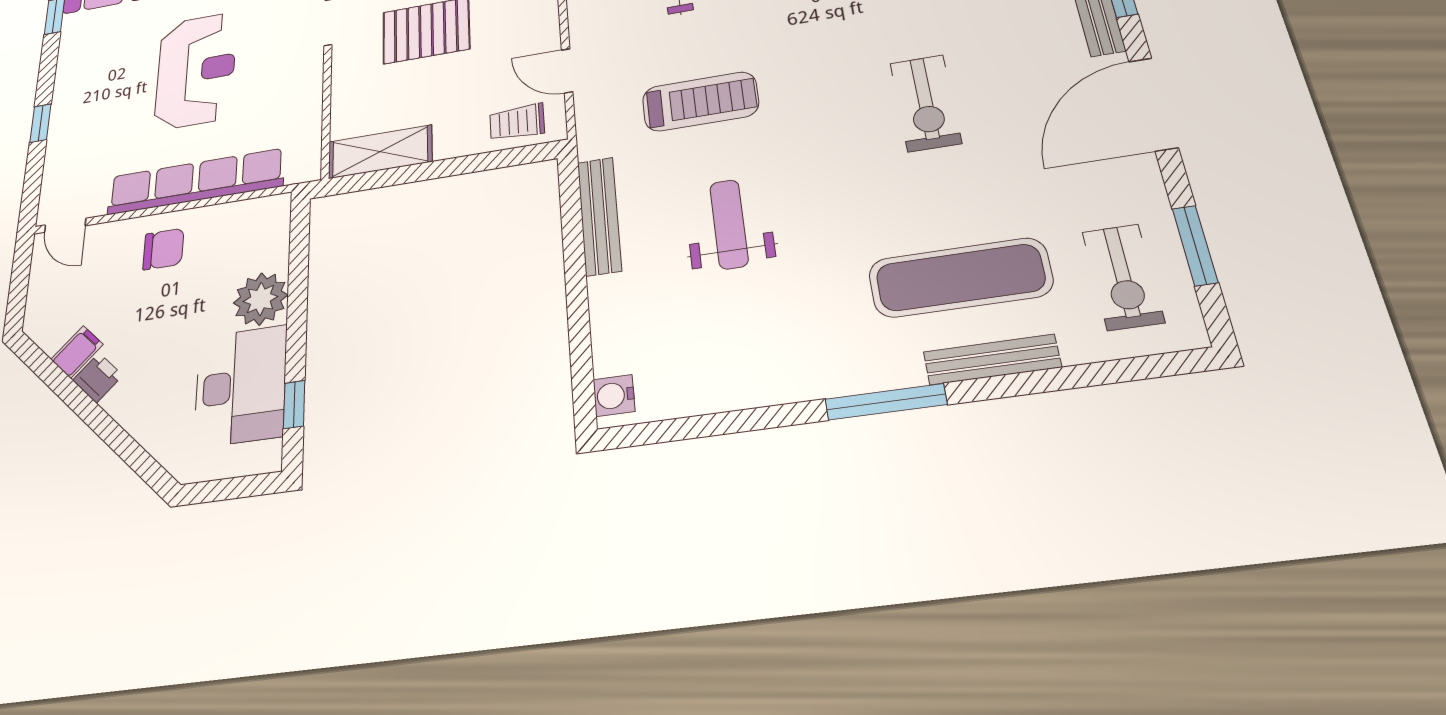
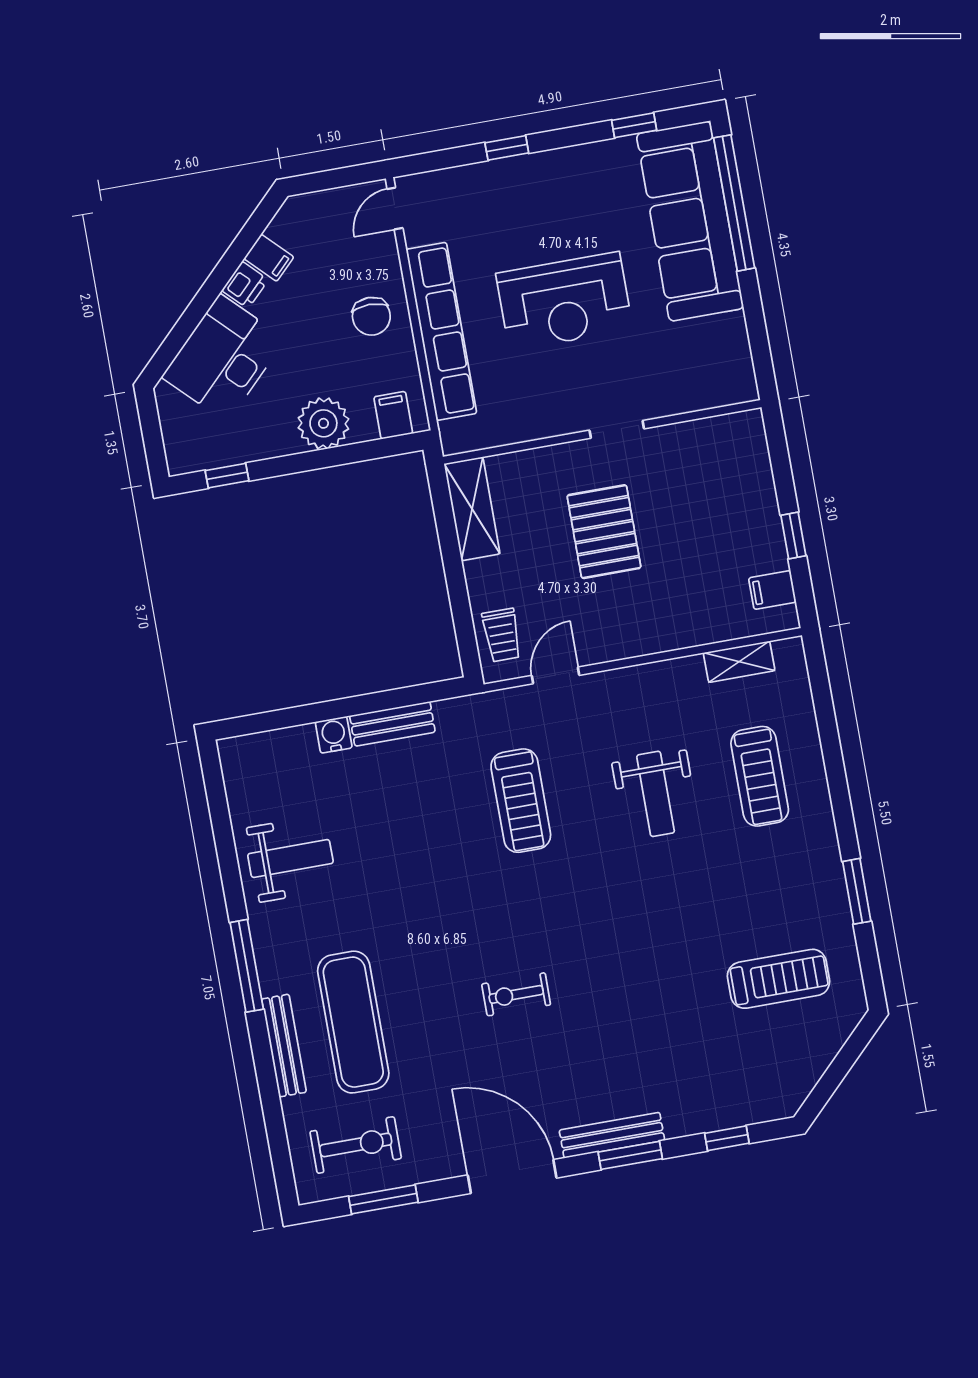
exercise bike: (926, 103) -> (516, 994), width x0.73, depth x0.72
trolley: (517, 122) -> (502, 635), turned 180
bench: (599, 216) -> (392, 724), width x0.73
weight bench: (729, 224) -> (290, 859), moved
filing cabinet: (268, 228) -> (393, 415), added
exercise bike: (1123, 277) -> (356, 1145), turned 180
desk: (241, 386) -> (223, 358), moved, turned 135
water cooler: (614, 395) -> (334, 735), moved

